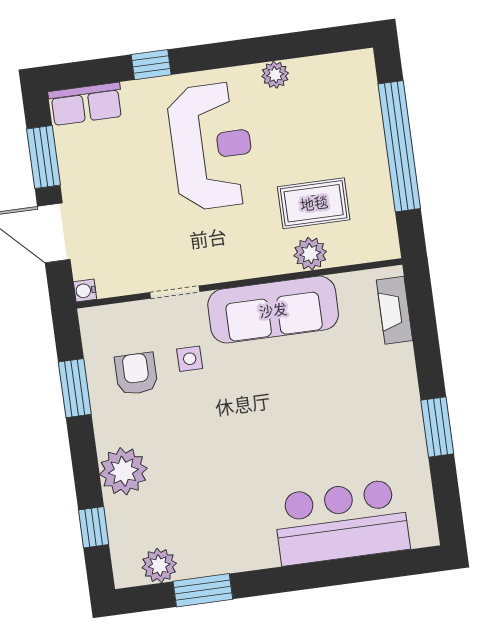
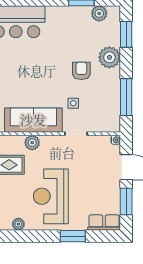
window: (151, 65) -> (73, 236), width x1.50
plant: (310, 254) -> (32, 143), moved
armchair: (136, 374) -> (81, 71), moved, turned 180
window: (75, 388) -> (126, 97), width x1.44
window: (94, 527) -> (126, 34), width x1.50

